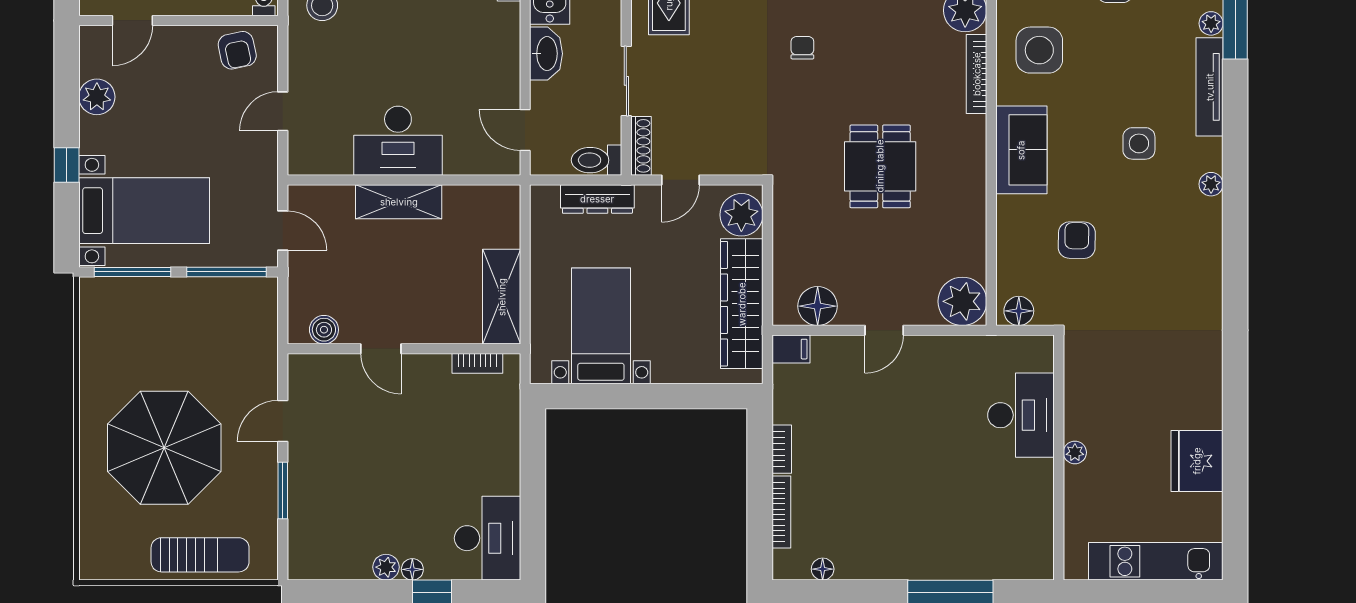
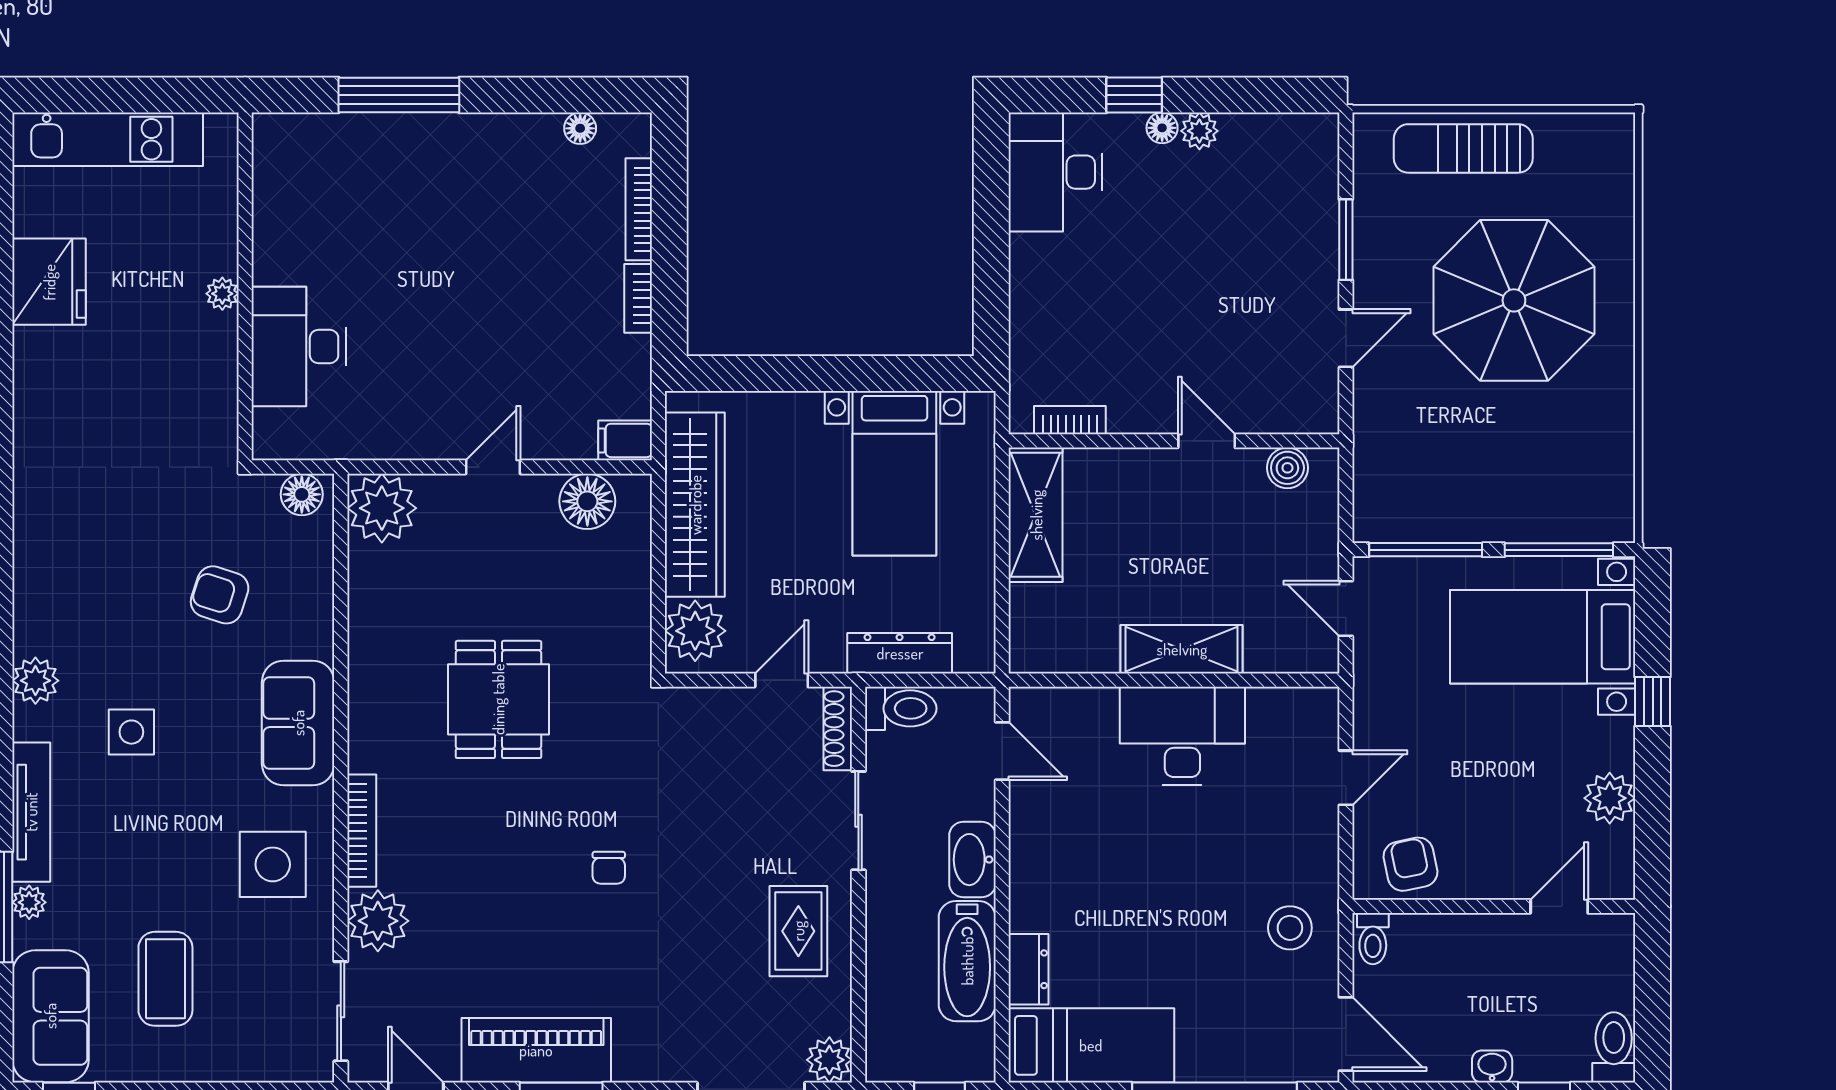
plant: (1211, 184) -> (35, 681), width x1.38, depth x1.38
armchair: (1077, 240) -> (220, 595), turned 107

